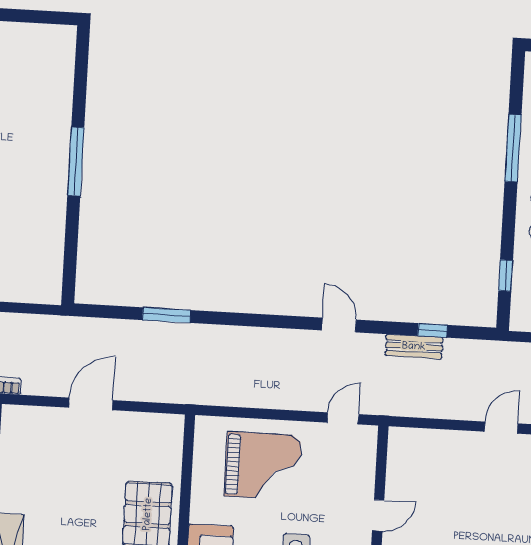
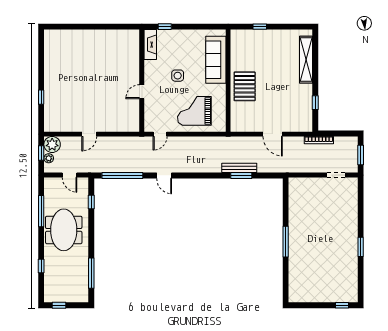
window: (513, 148) -> (91, 273), moved
window: (432, 330) -> (122, 176), width x3.17
bench: (414, 347) -> (239, 168), moved, width x1.36
door: (91, 404) -> (273, 134), hinge flipped

